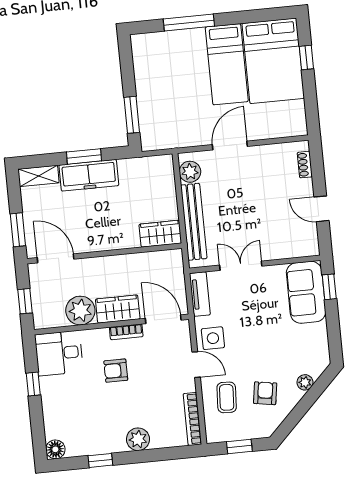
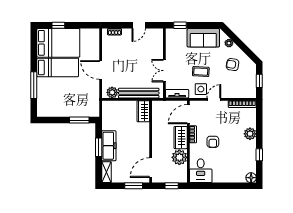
sofa: (306, 292) -> (203, 38), moved
window: (33, 384) -> (216, 186), removed
coffee table: (227, 397) -> (201, 72), moved

